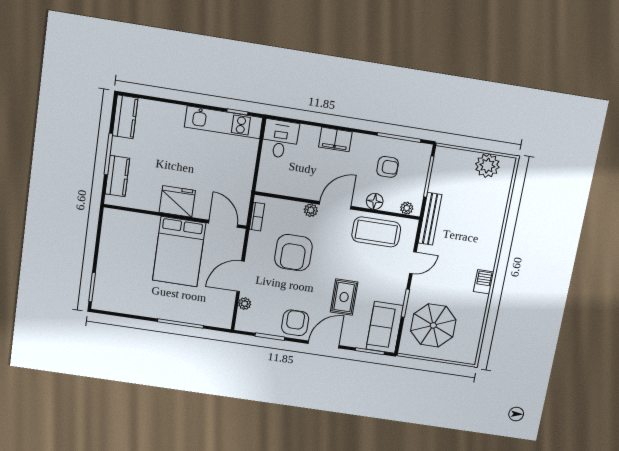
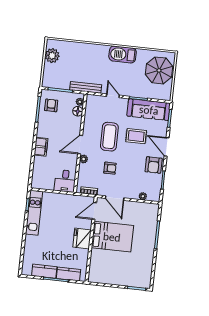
kitchen counter: (125, 117) -> (44, 271), moved
desk: (280, 139) -> (65, 181), moved, turned -90
armchair: (388, 167) -> (51, 105), moved
floor lamp: (375, 201) -> (78, 111), moved
door: (335, 205) -> (80, 145), hinge flipped
coffee table: (376, 232) -> (109, 137), moved
armchair: (293, 253) -> (110, 168), width x0.53, depth x0.53
door: (241, 276) -> (115, 198), moved
barbecue: (484, 282) -> (123, 54), width x1.88, depth x1.53
armchair: (295, 323) -> (154, 165), turned -90
parasol: (433, 325) -> (159, 70), moved
sofa: (385, 327) -> (149, 110), width x1.36

